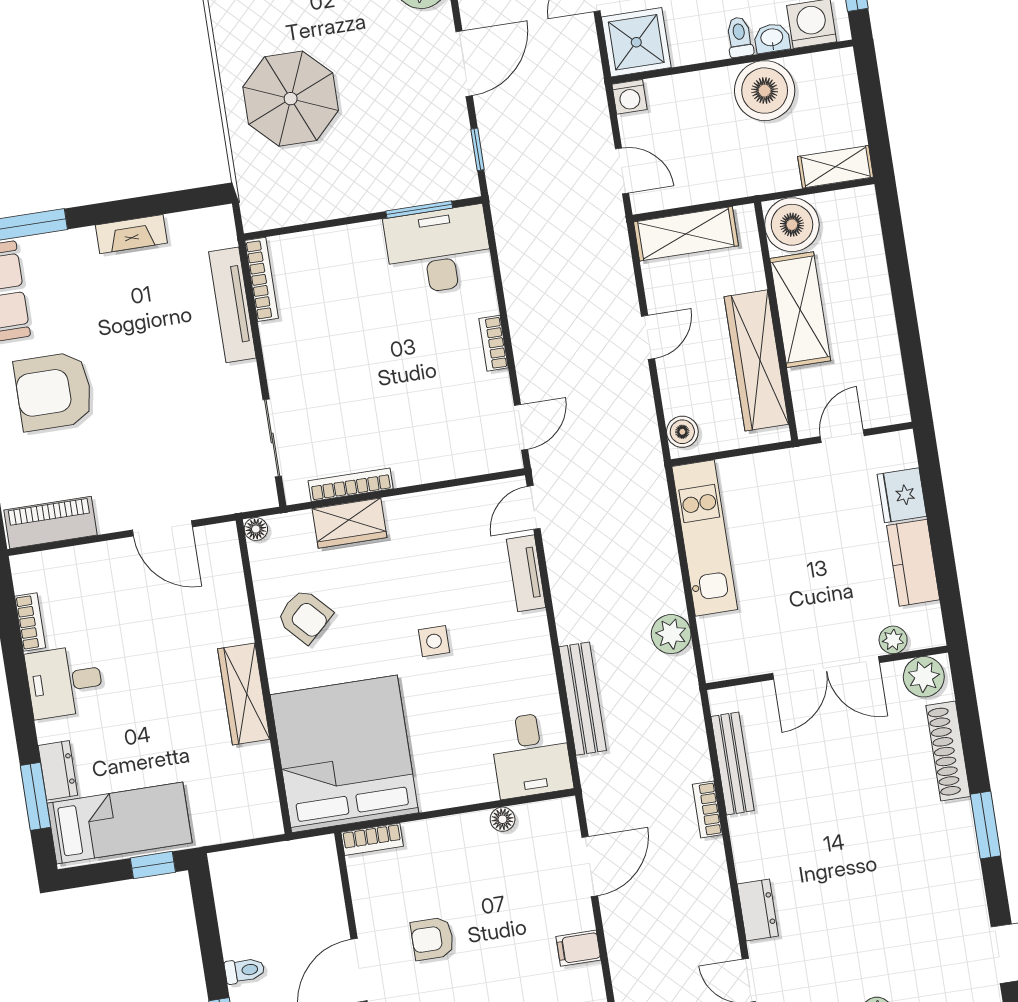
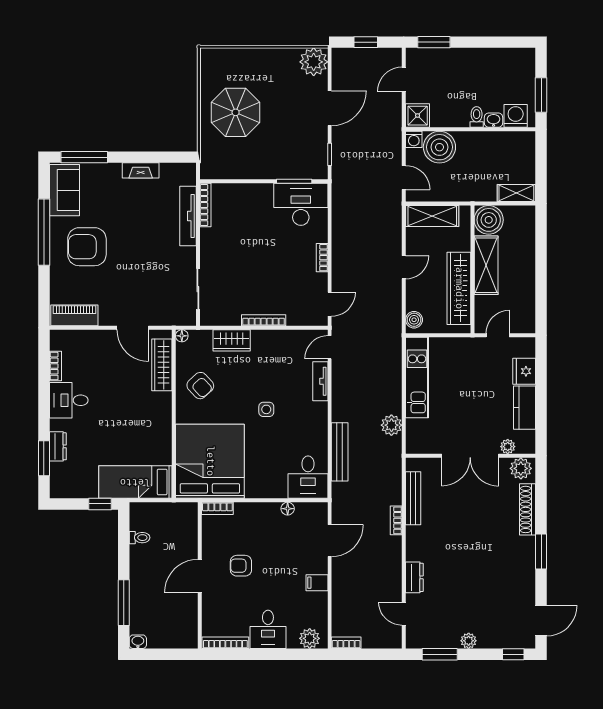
shower: (636, 42) -> (418, 116), width x0.73, depth x0.73
boiler: (765, 91) -> (439, 147), moved
bookcase: (351, 485) -> (264, 320), moved
wardrobe: (244, 694) -> (162, 365), moved
bed: (120, 823) -> (135, 482), moved, turned 180
toilet: (245, 970) -> (140, 538), moved

